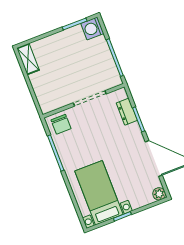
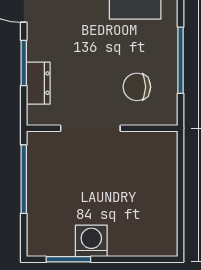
washing machine: (92, 28) -> (91, 241), moved, turned -90
shelving: (28, 59) -> (167, 231), removed
chair: (61, 124) -> (137, 87), moved, turned -90

